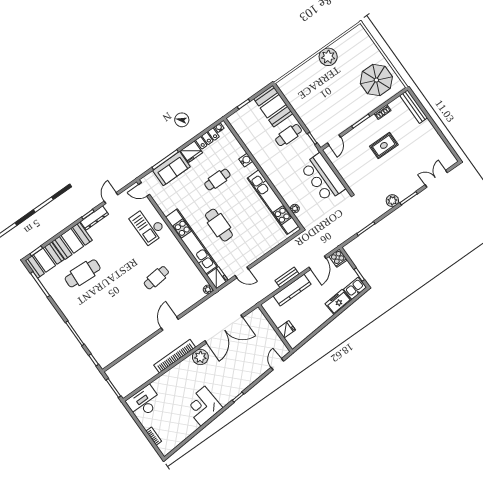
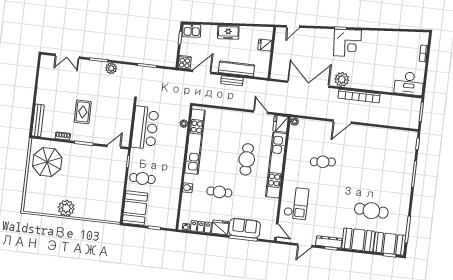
rug: (384, 145) -> (83, 112), turned 90
freezer: (338, 302) -> (228, 32), moved
corner desk: (203, 406) -> (347, 43), moved

